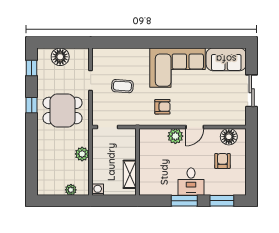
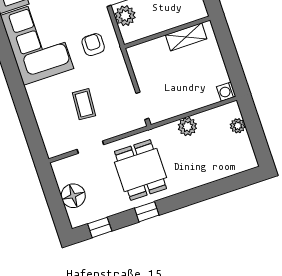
wall: (138, 162) -> (167, 32), moved
shelving: (130, 174) -> (186, 37), moved

